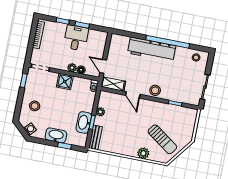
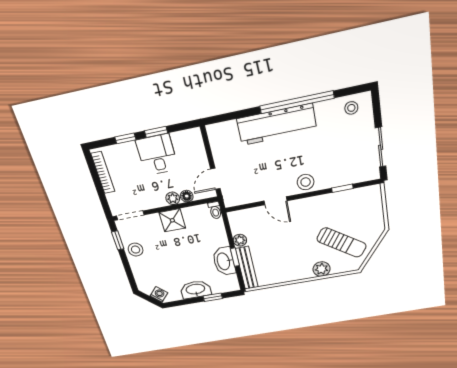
door: (103, 66) -> (215, 179), hinge flipped
shelving: (113, 84) -> (241, 197), removed
stool: (35, 106) -> (136, 250), moved
bench: (95, 137) -> (247, 268), width x1.36

